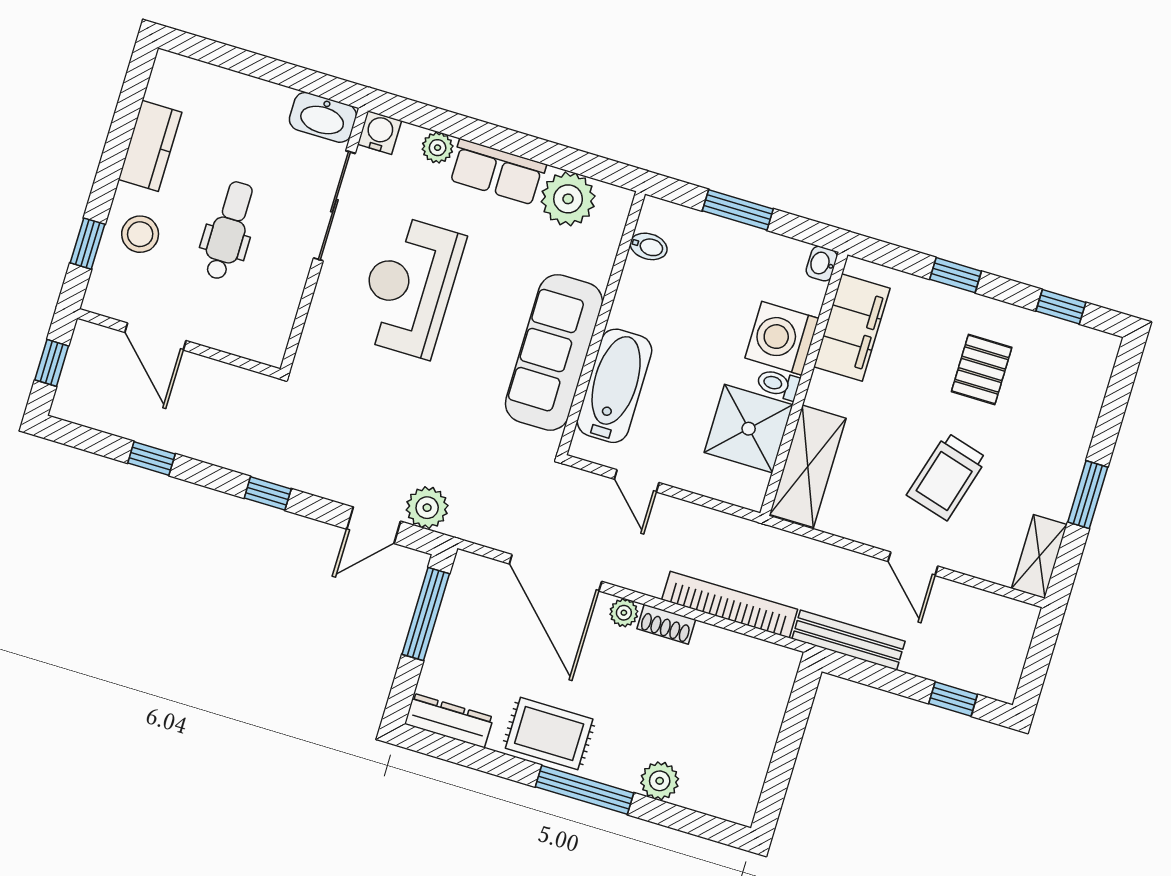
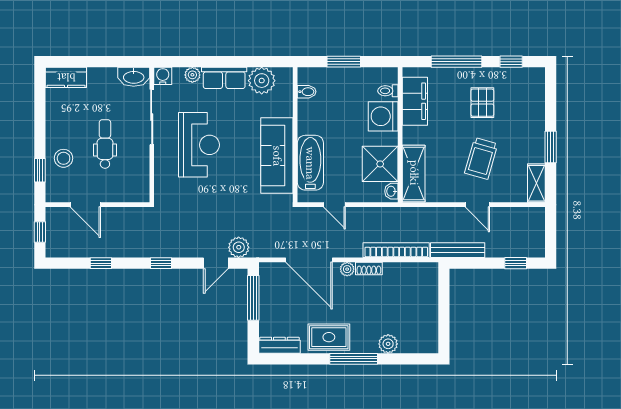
kitchen counter: (150, 146) -> (66, 77), moved, turned 90
washbasin: (822, 264) -> (391, 191), moved
window: (956, 275) -> (457, 62), width x2.17
reception desk: (409, 287) -> (199, 145), turned 180
toilet: (778, 384) -> (388, 91), moved

